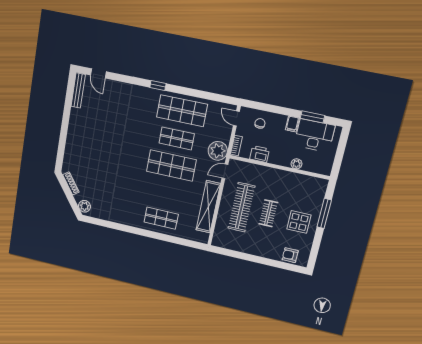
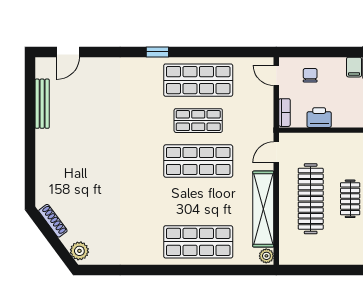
door: (98, 73) -> (68, 52), hinge flipped
bench: (78, 90) -> (42, 104), moved
plant: (218, 151) -> (266, 256), moved, width x0.53, depth x0.53
shop shelf: (161, 218) -> (198, 242), width x1.43, depth x1.36

